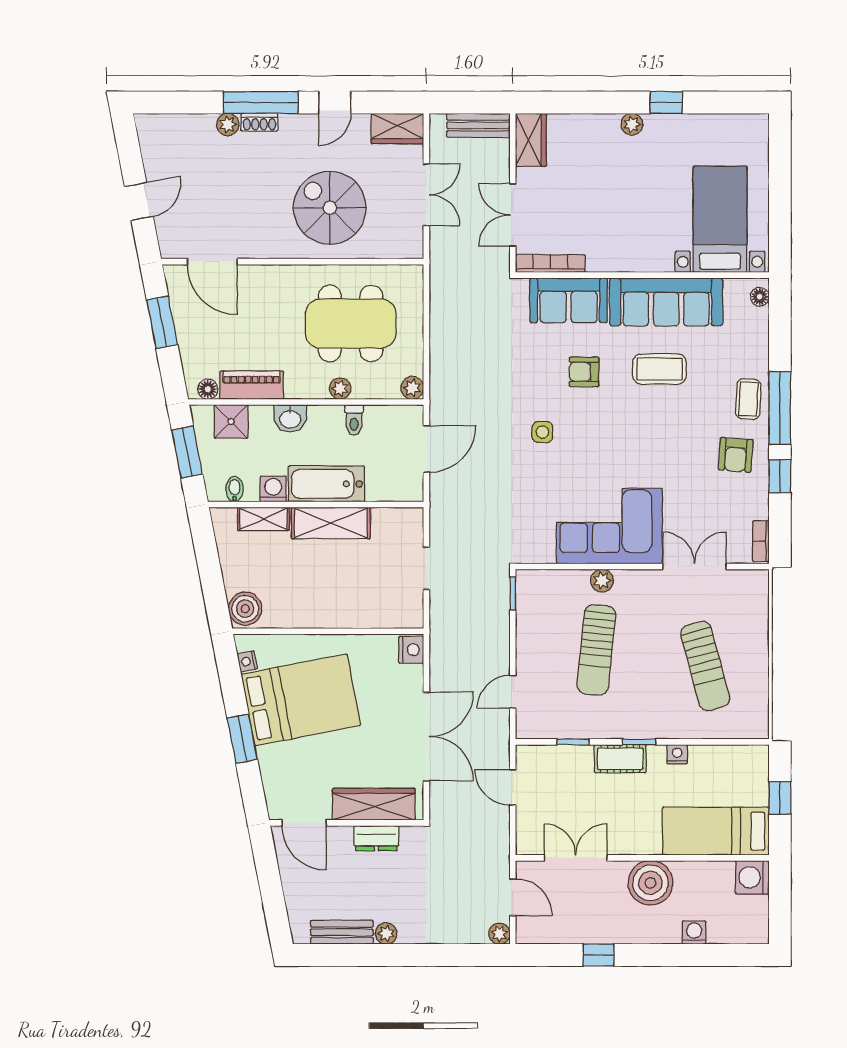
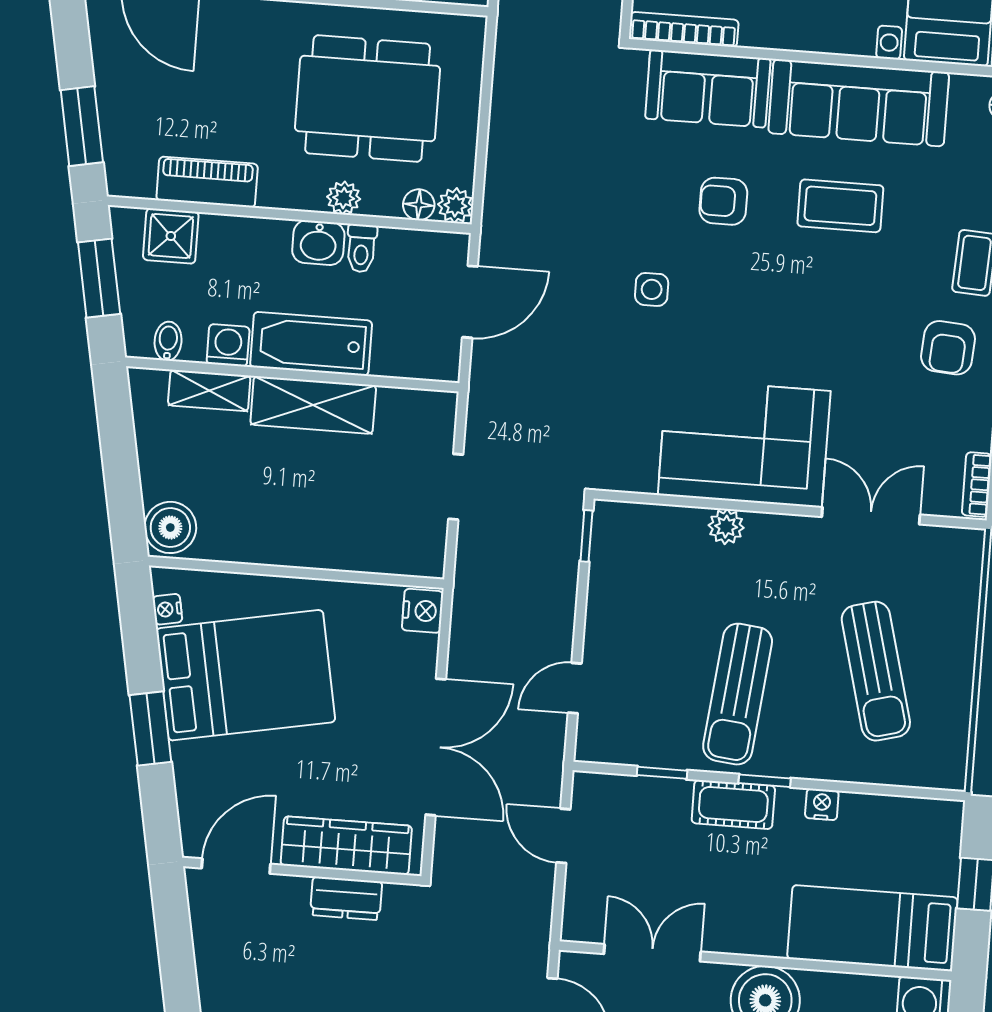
window: (162, 322) -> (82, 126), moved
floor lamp: (208, 389) -> (419, 205), moved
washbasin: (290, 418) -> (318, 243), moved
sun lounger: (596, 650) -> (738, 694), moved
door: (304, 823) -> (236, 866), swing flipped

